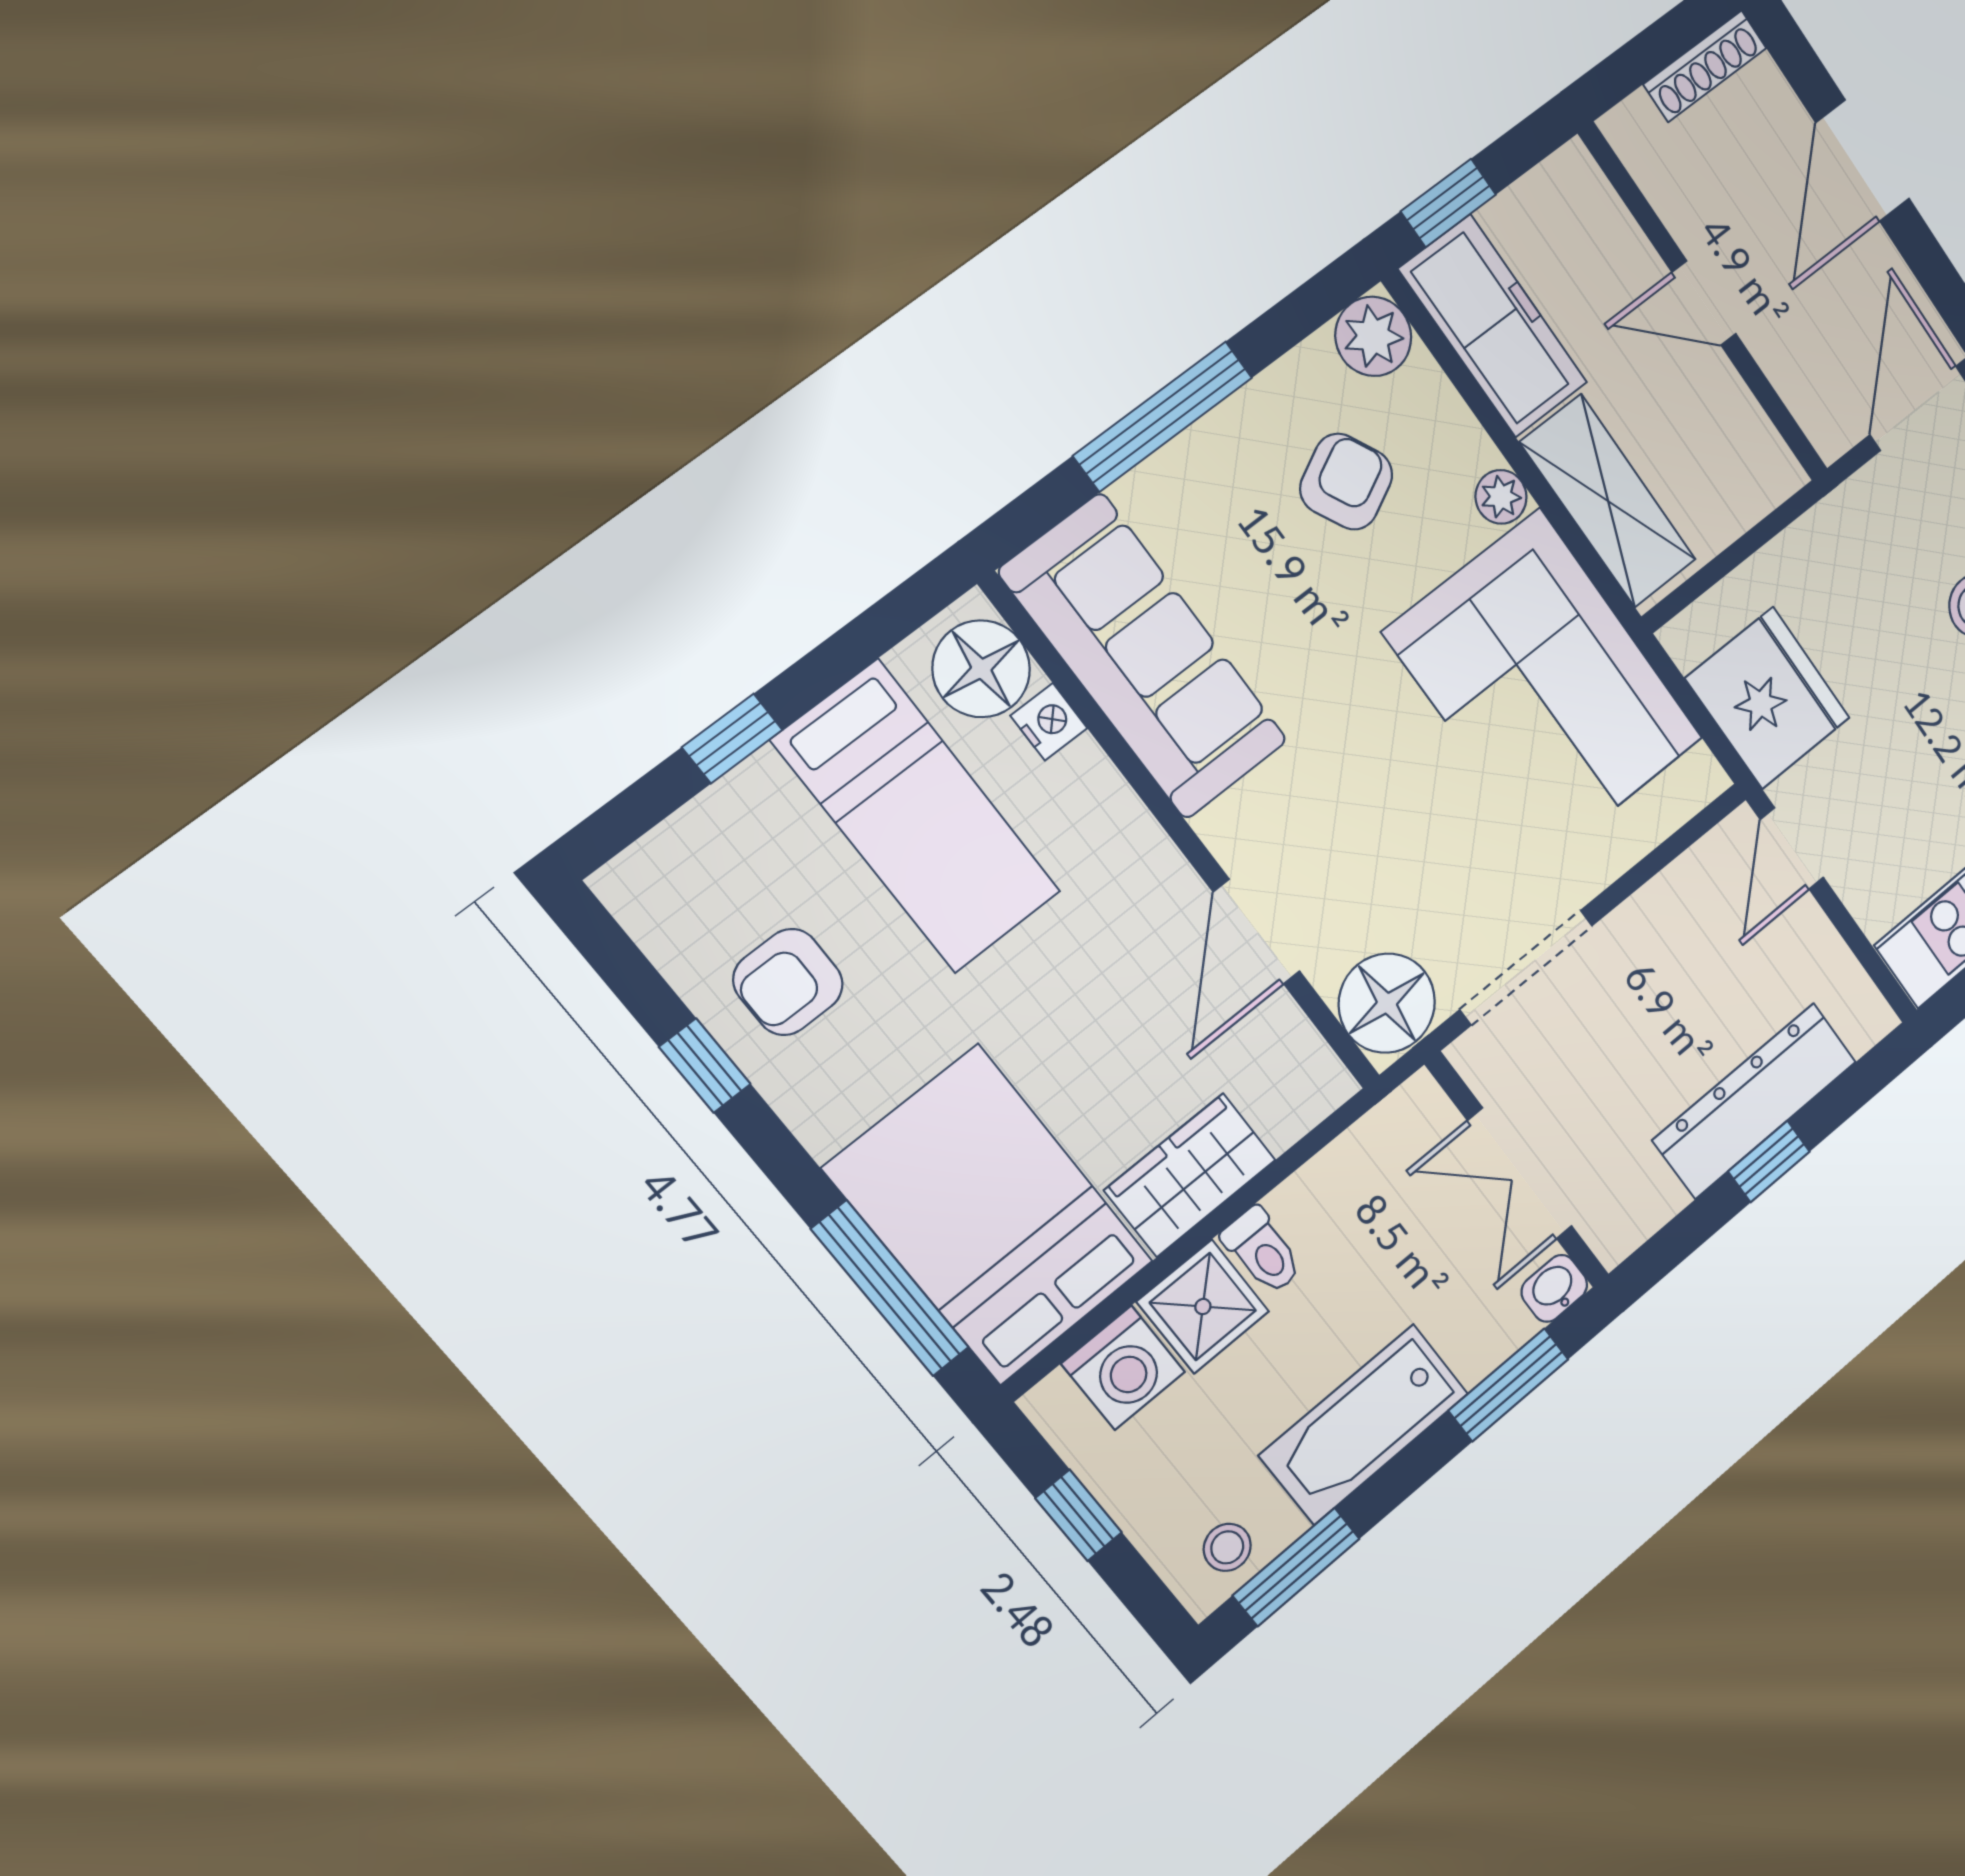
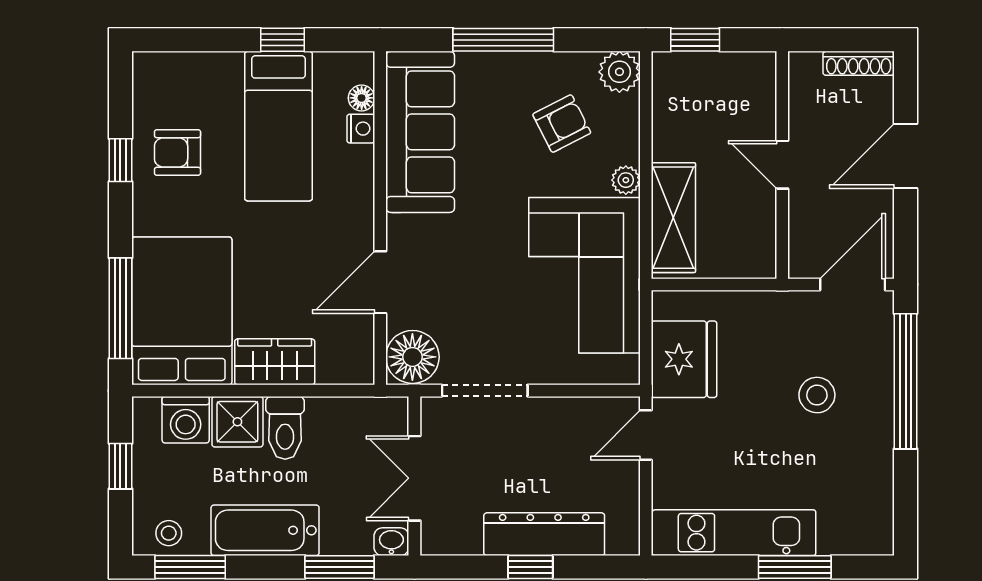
freezer: (1493, 326) -> (677, 105), removed
floor lamp: (981, 669) -> (362, 98), width x0.53, depth x0.53
window: (732, 739) -> (282, 40), moved
toilet: (1263, 1251) -> (285, 428), width x1.37, depth x1.39

